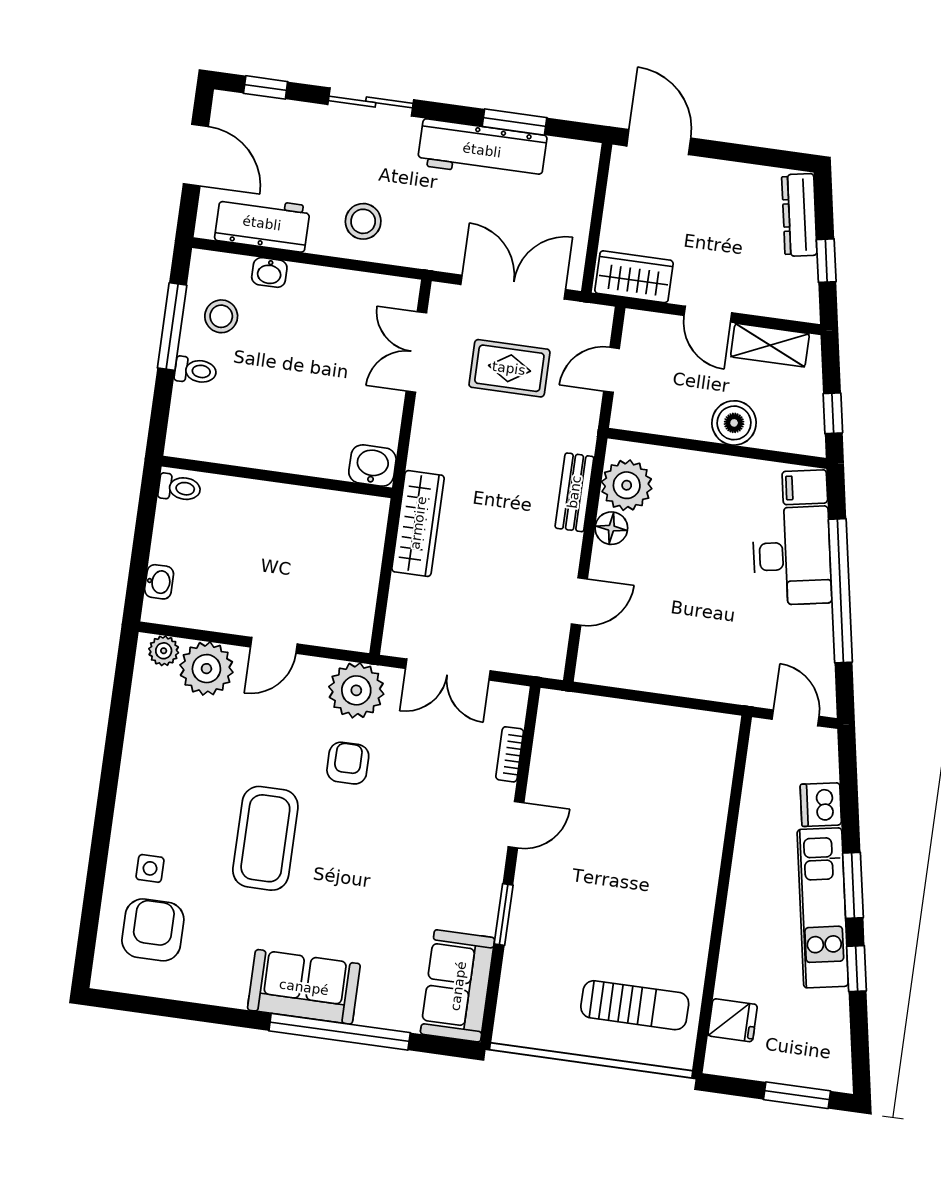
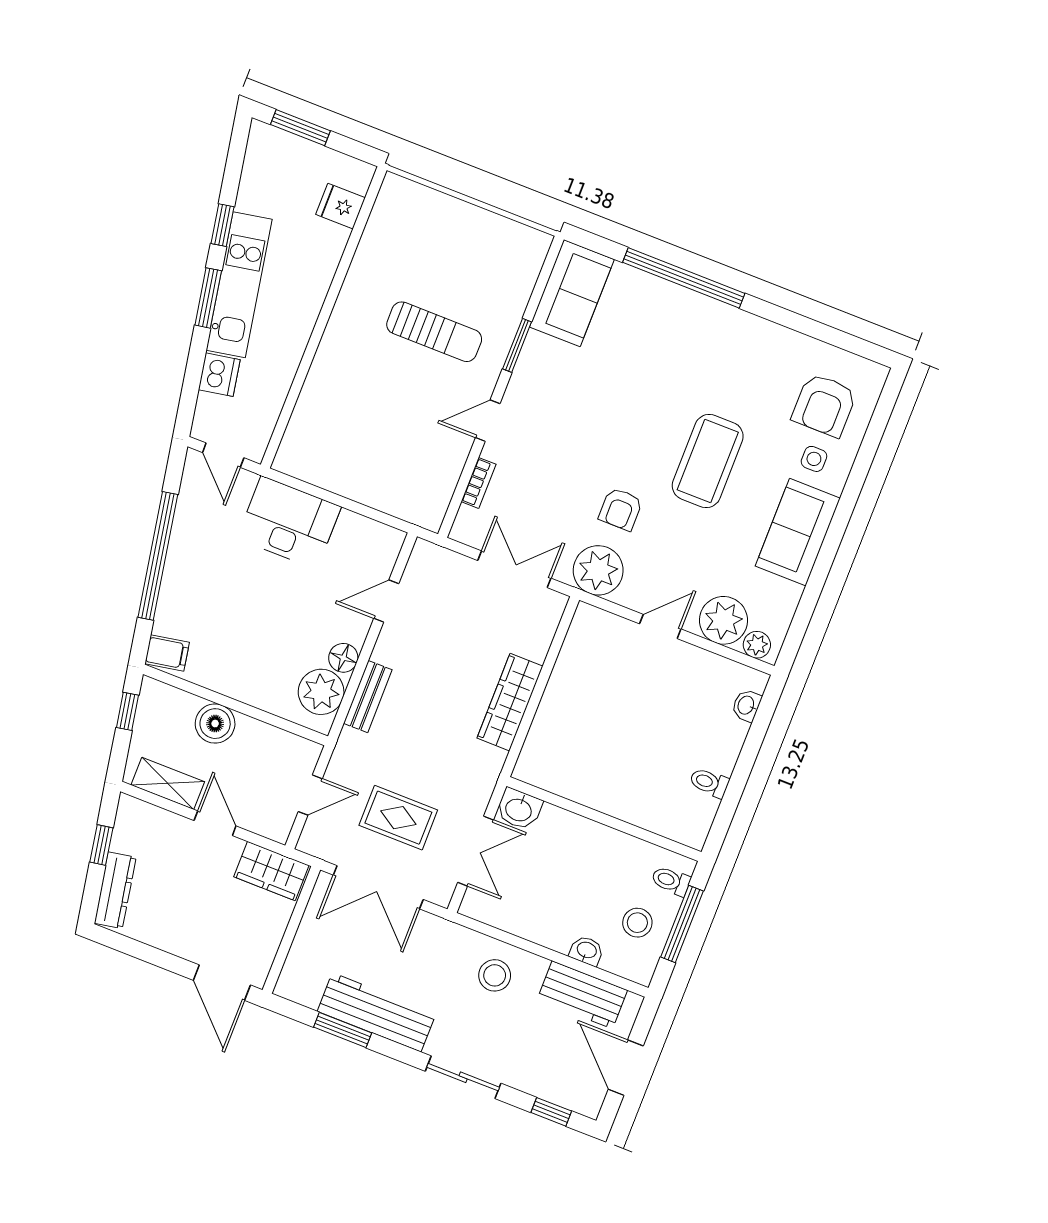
washbasin: (372, 466) -> (519, 809), moved
wall: (277, 477) -> (604, 819), moved
desk: (792, 556) -> (289, 523), moved, turned 100
sofa: (304, 987) -> (798, 532), moved, turned 90
sun lounger: (635, 1005) -> (434, 332), moved, turned 180

